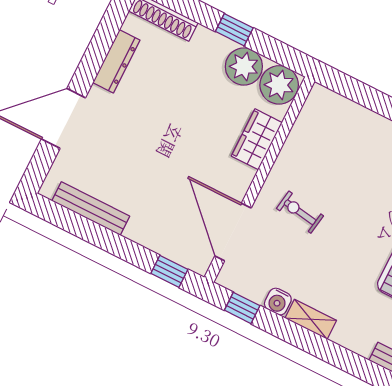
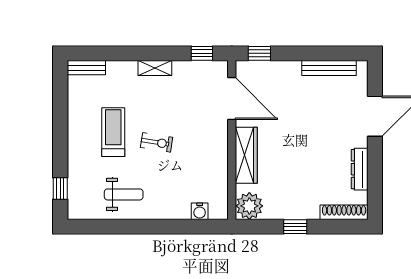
plant: (244, 67) -> (277, 206), removed
wardrobe: (257, 139) -> (246, 155), width x1.50
exercise bike: (300, 212) -> (157, 142), moved
water cooler: (278, 302) -> (200, 211), moved, turned 180

